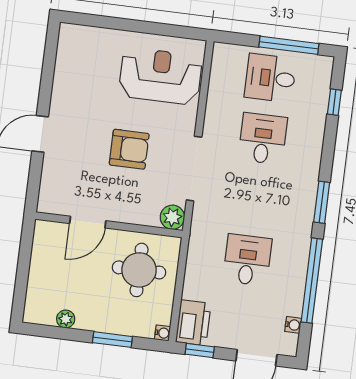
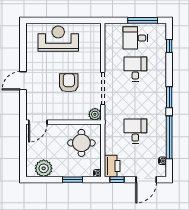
reception desk: (160, 76) -> (58, 39), moved
armchair: (129, 149) -> (69, 83), turned -90
door: (88, 222) -> (38, 122), moved
plant: (66, 319) -> (44, 168), width x1.88, depth x1.88

